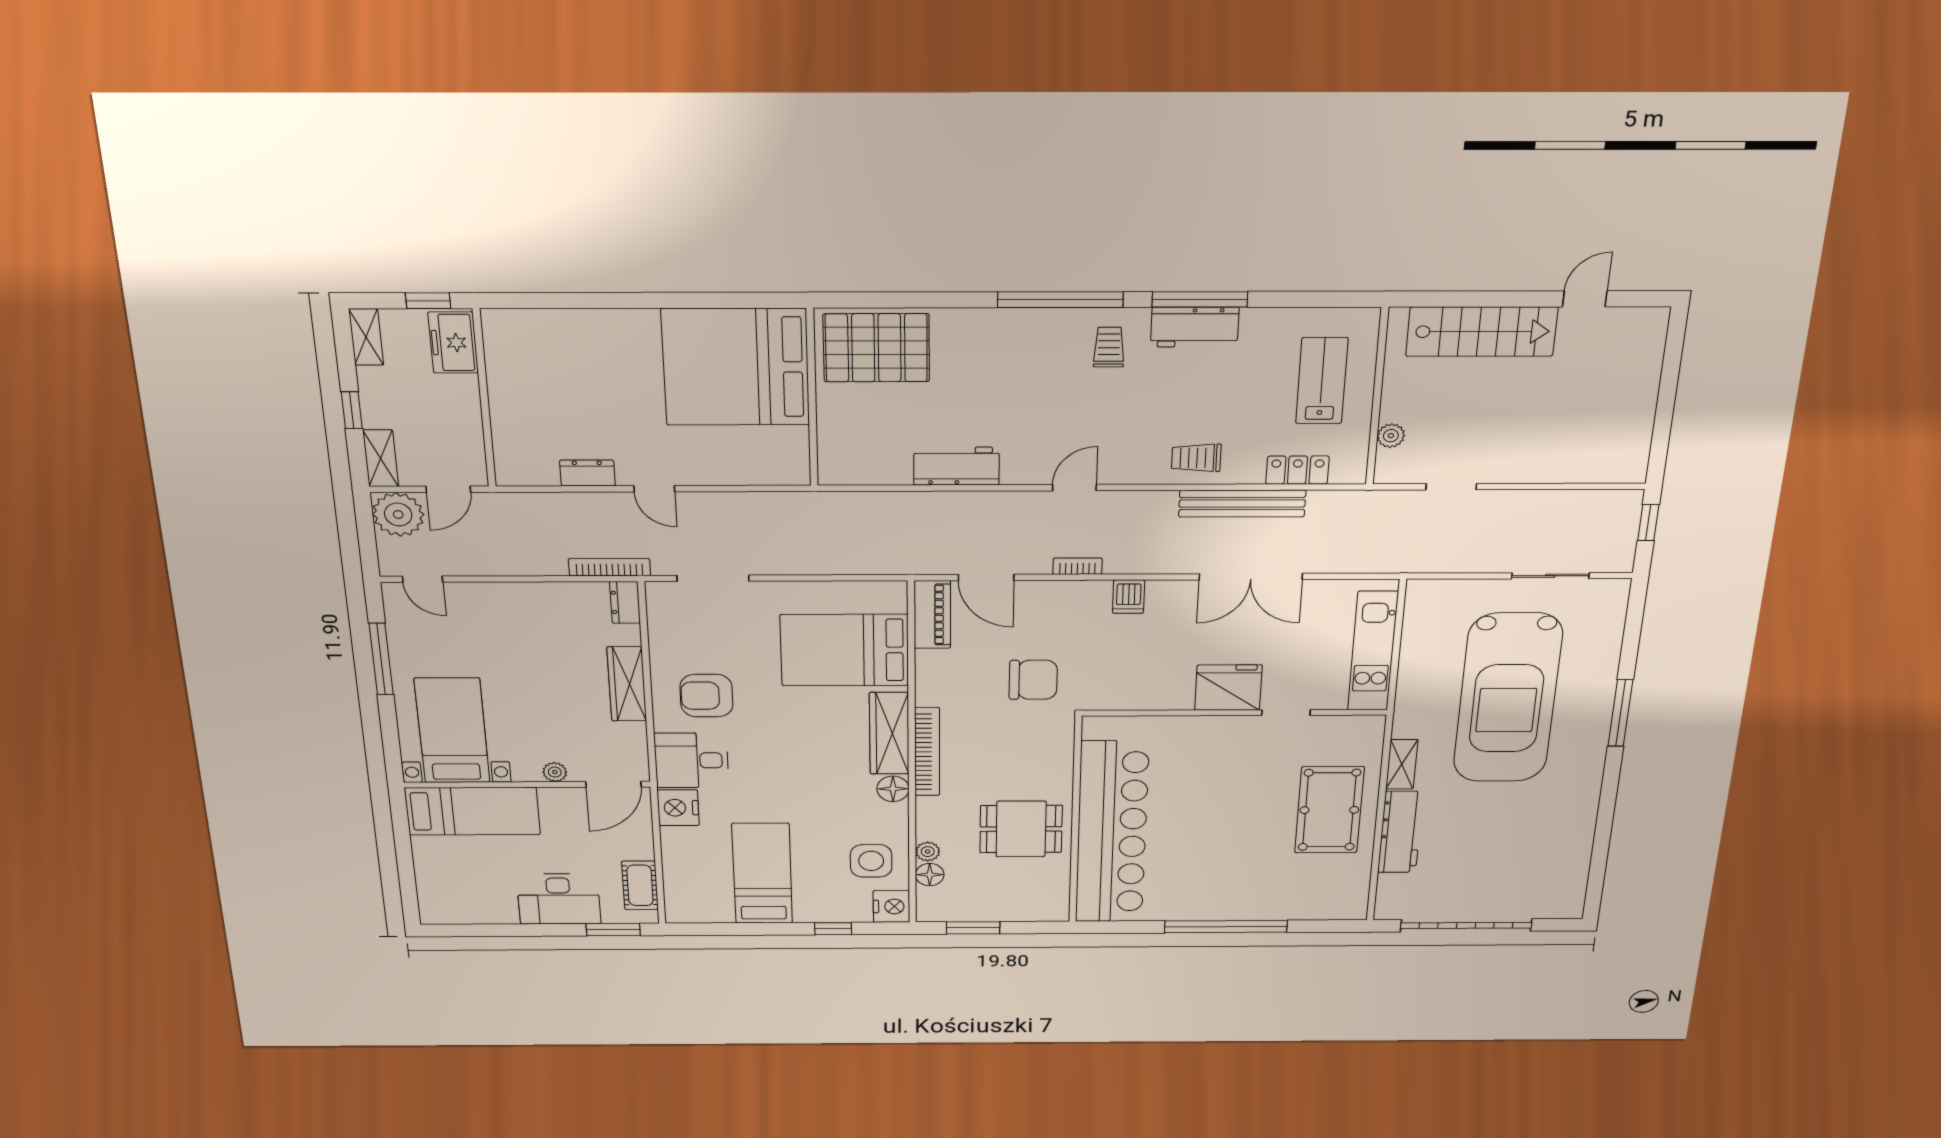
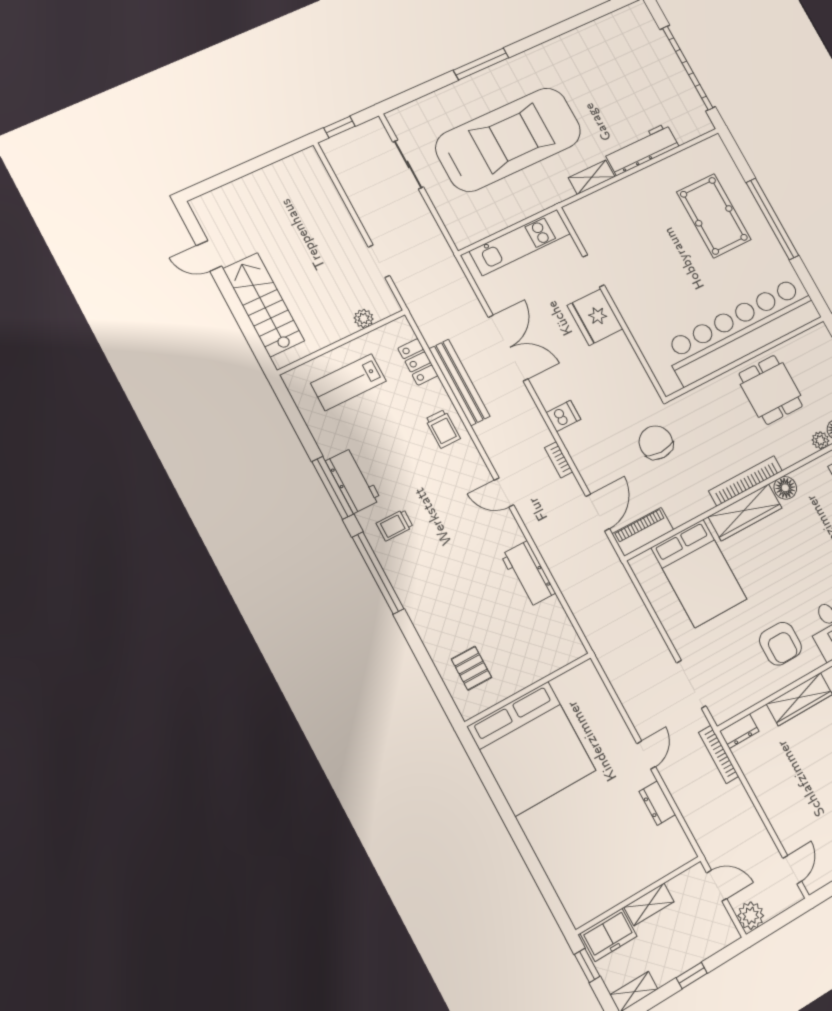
pallet: (876, 348) -> (471, 668), width x0.49, depth x0.50
shelving: (381, 458) -> (649, 905), moved
plant: (398, 514) -> (751, 916), width x0.73, depth x0.73
pool table: (1329, 810) -> (714, 216), moved, turned 90

